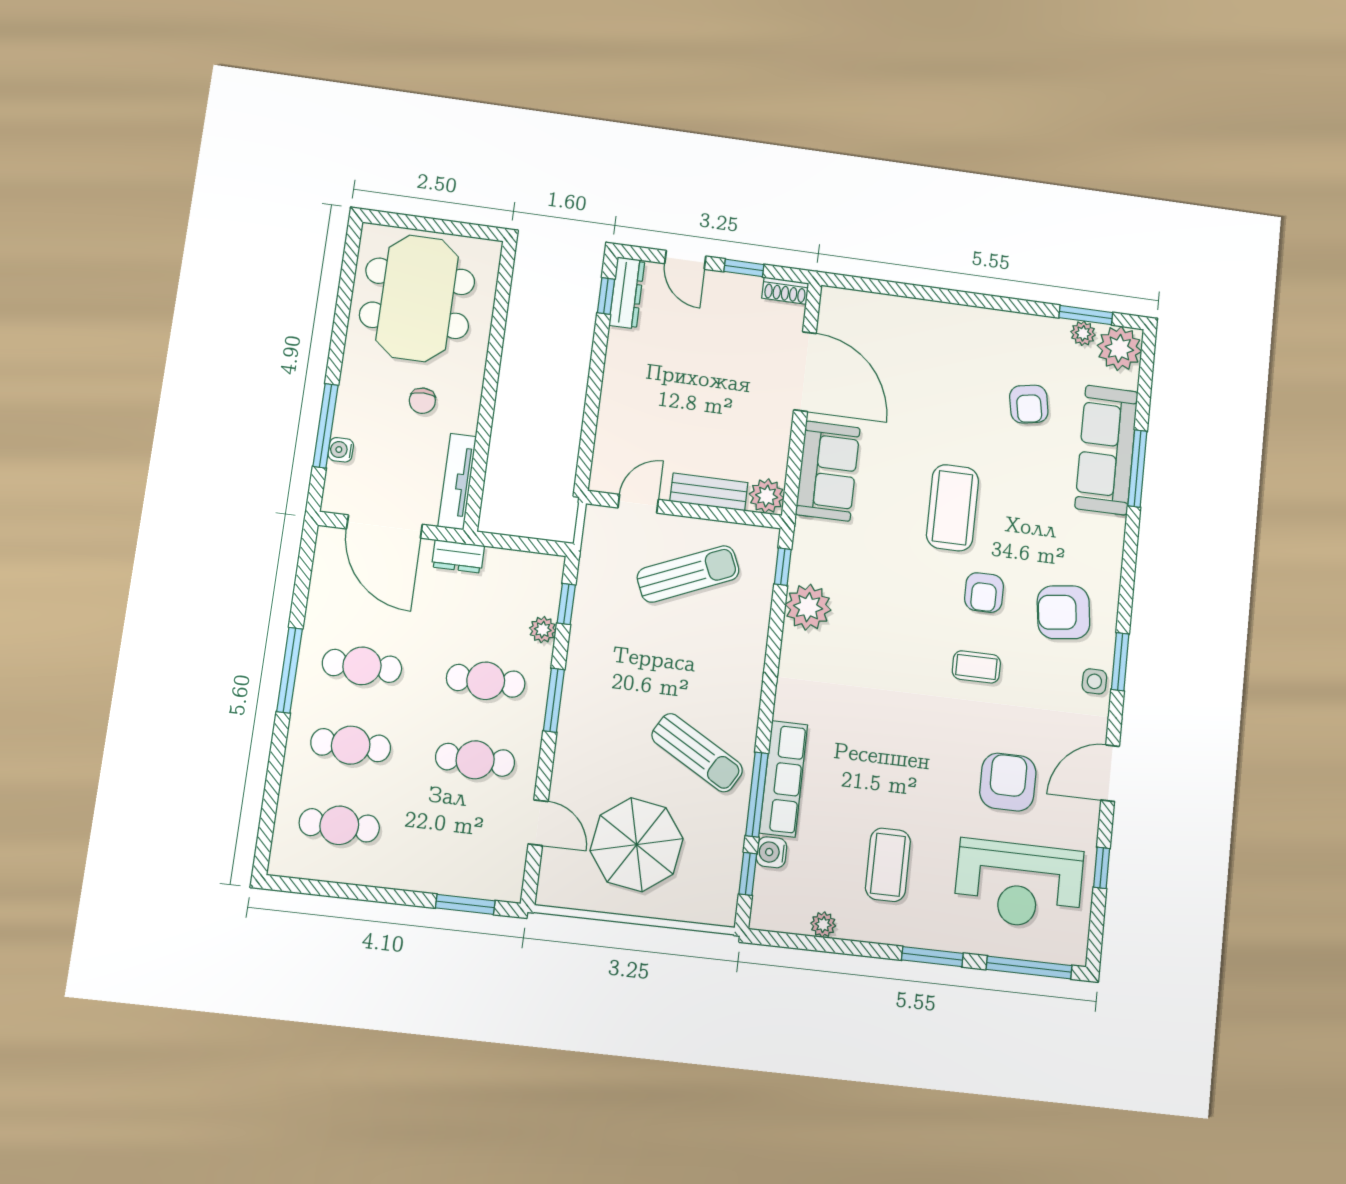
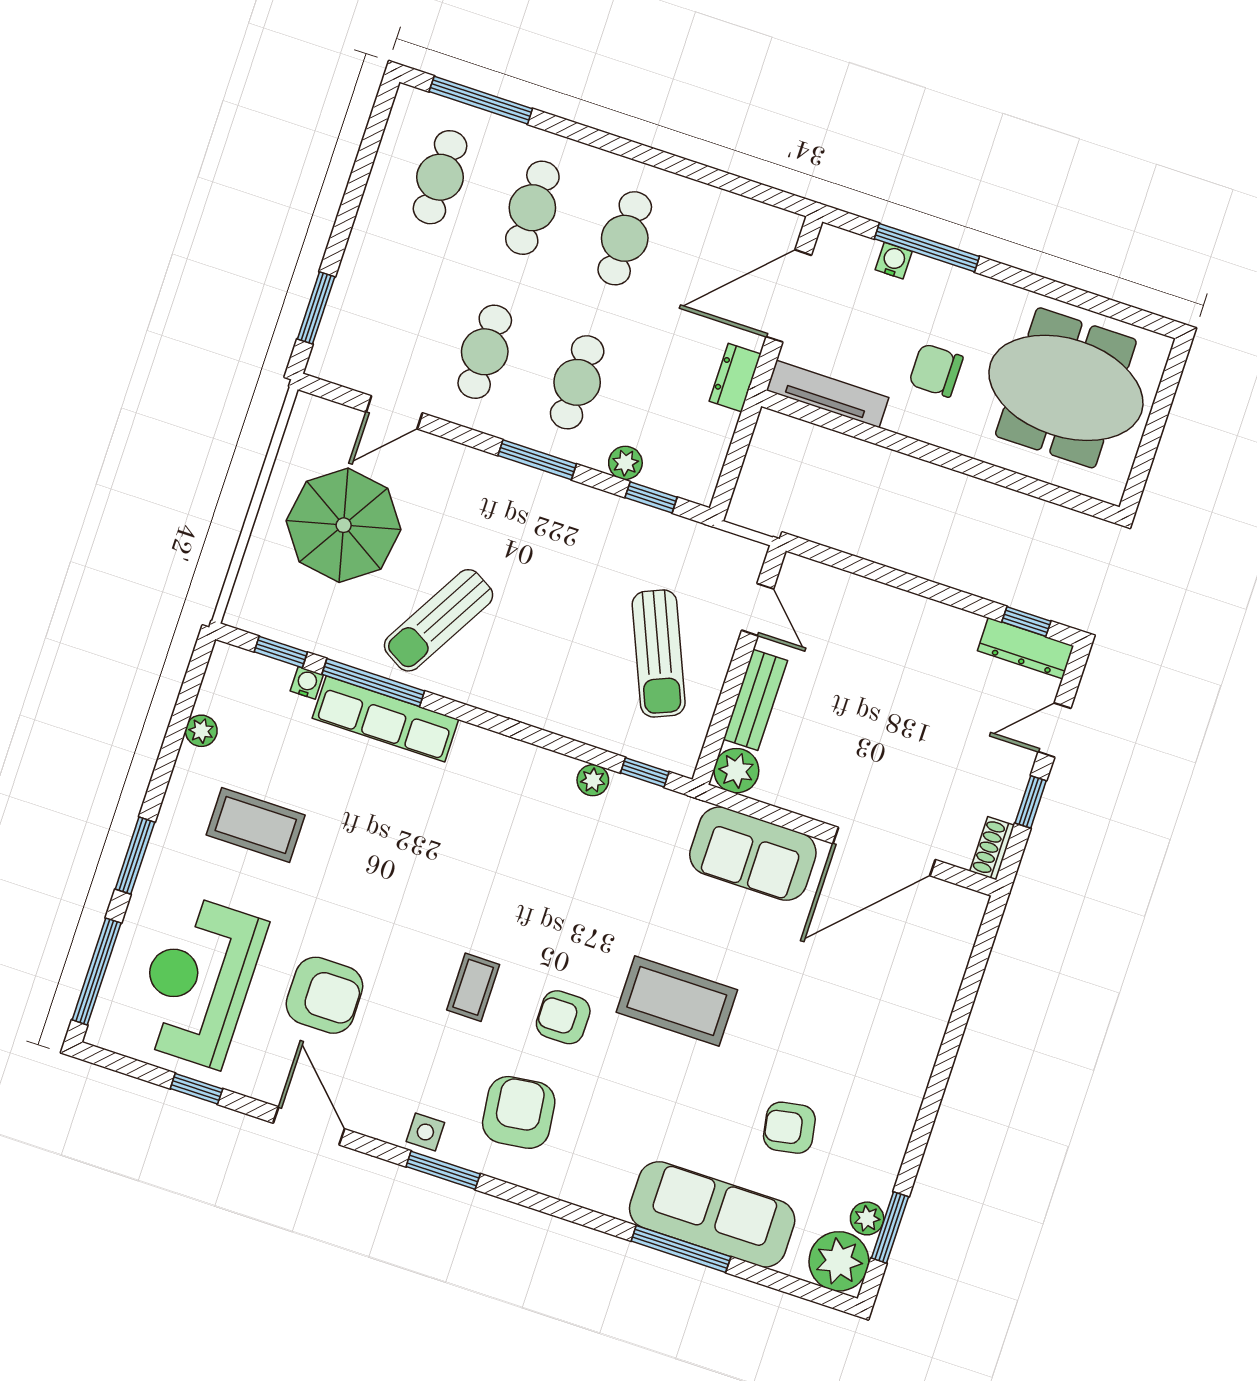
chair: (422, 401) -> (936, 370), width x1.37, depth x1.37
plant: (808, 607) -> (593, 780), width x0.53, depth x0.53
window: (289, 670) -> (481, 100), moved
water cooler: (771, 852) -> (307, 683), width x0.72, depth x0.72

